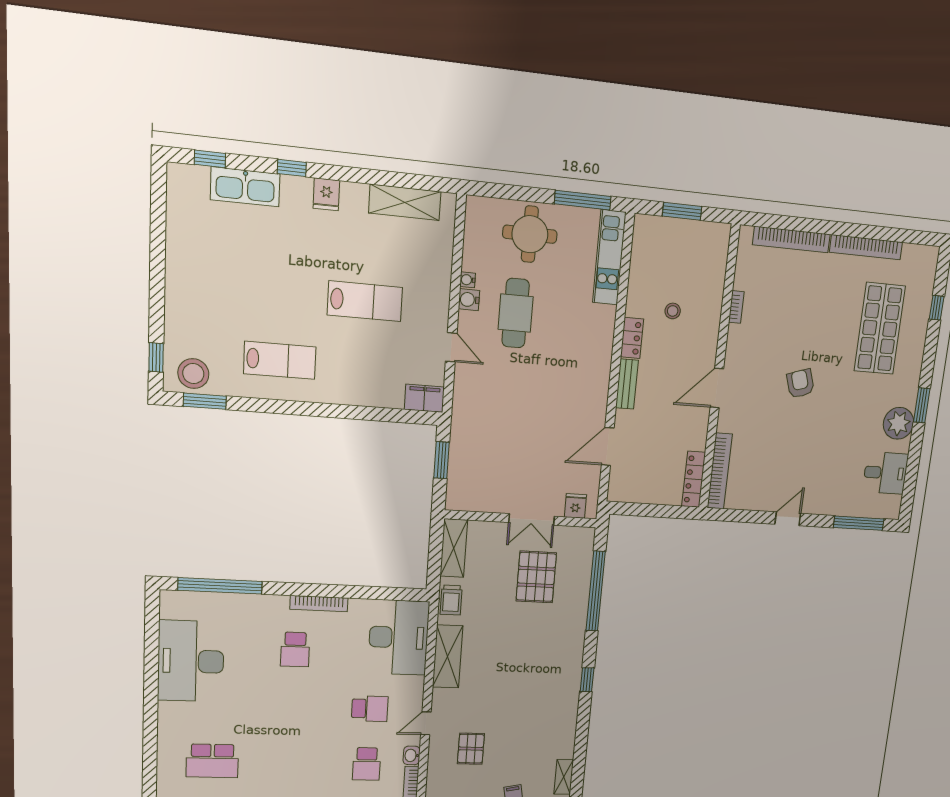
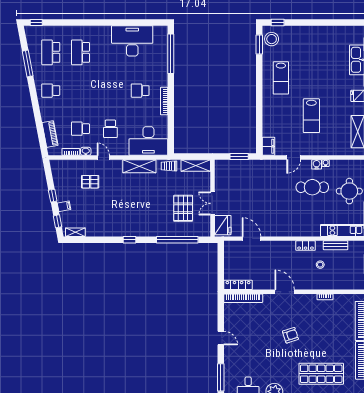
bench: (627, 384) -> (336, 245), moved
fridge: (575, 506) -> (223, 225), width x1.88, depth x1.34
pallet: (536, 577) -> (183, 208), turned 90

